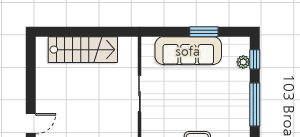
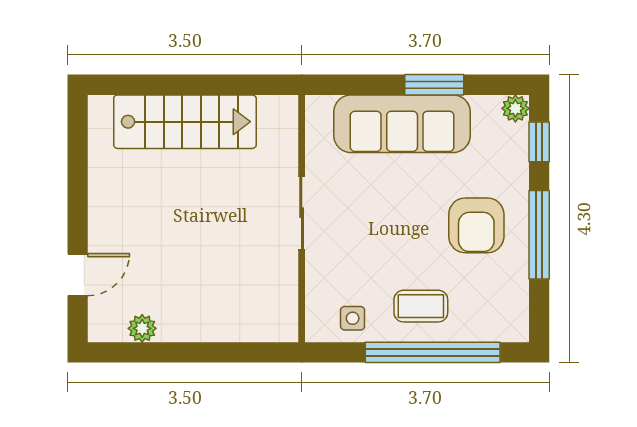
plant: (243, 62) -> (515, 108), moved
armchair: (224, 100) -> (476, 225), added

